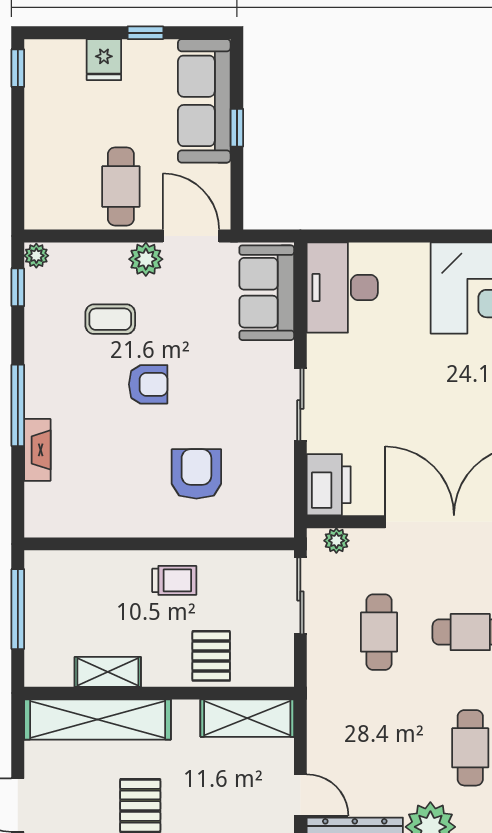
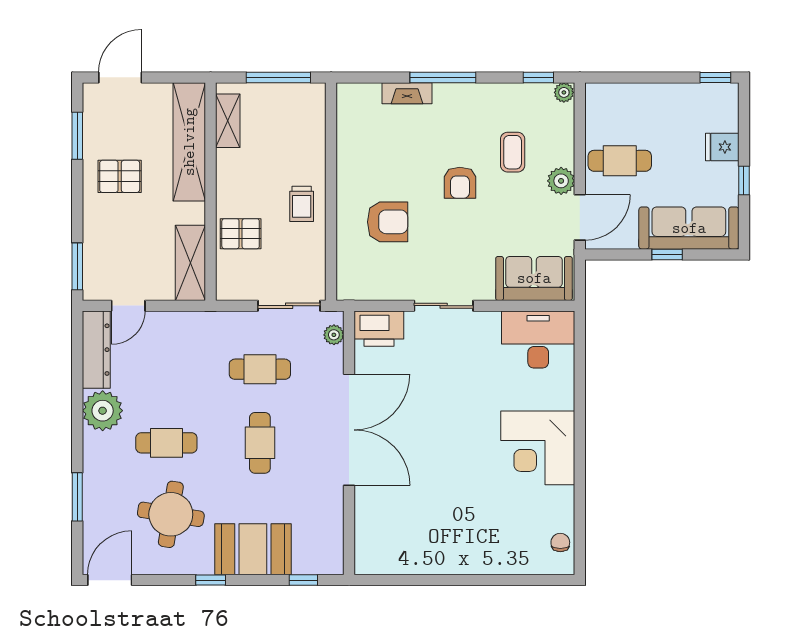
shelving: (108, 672) -> (228, 121), moved

